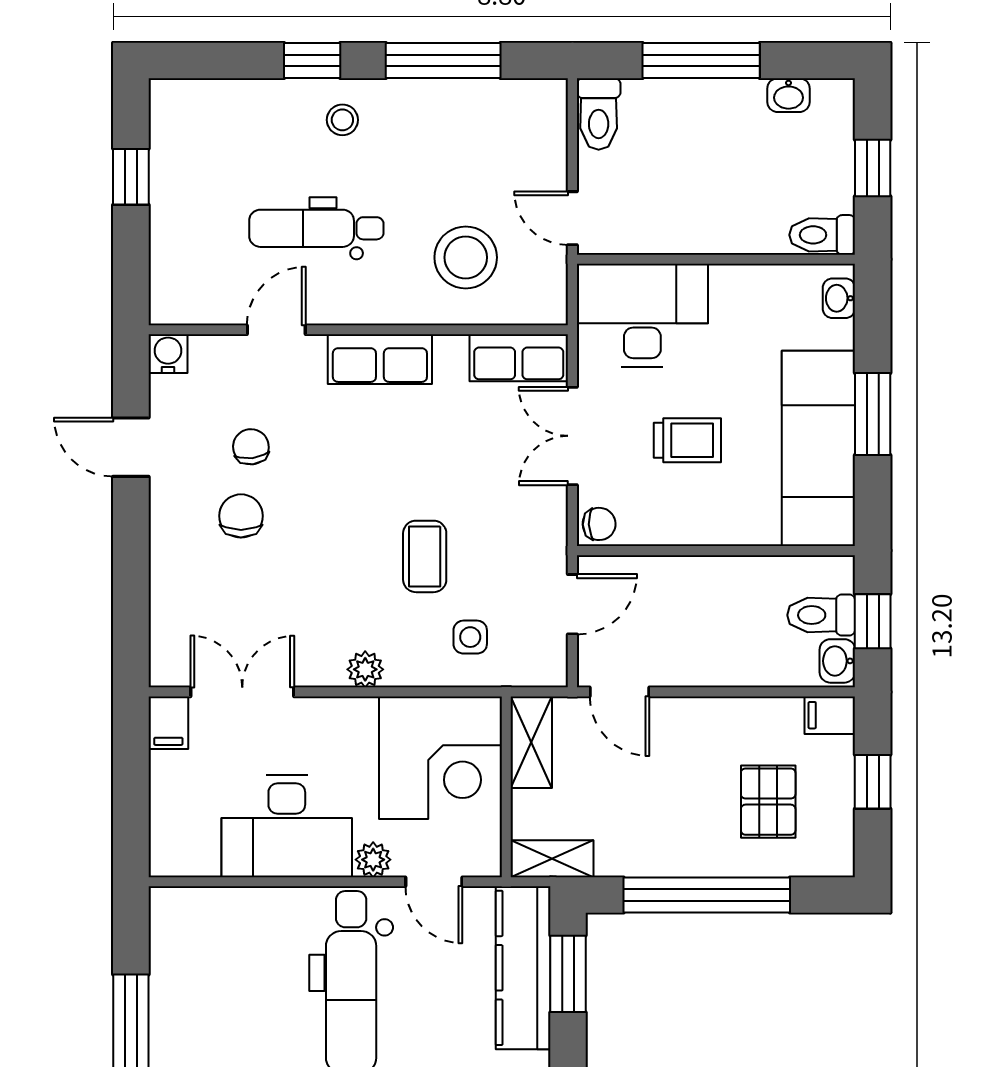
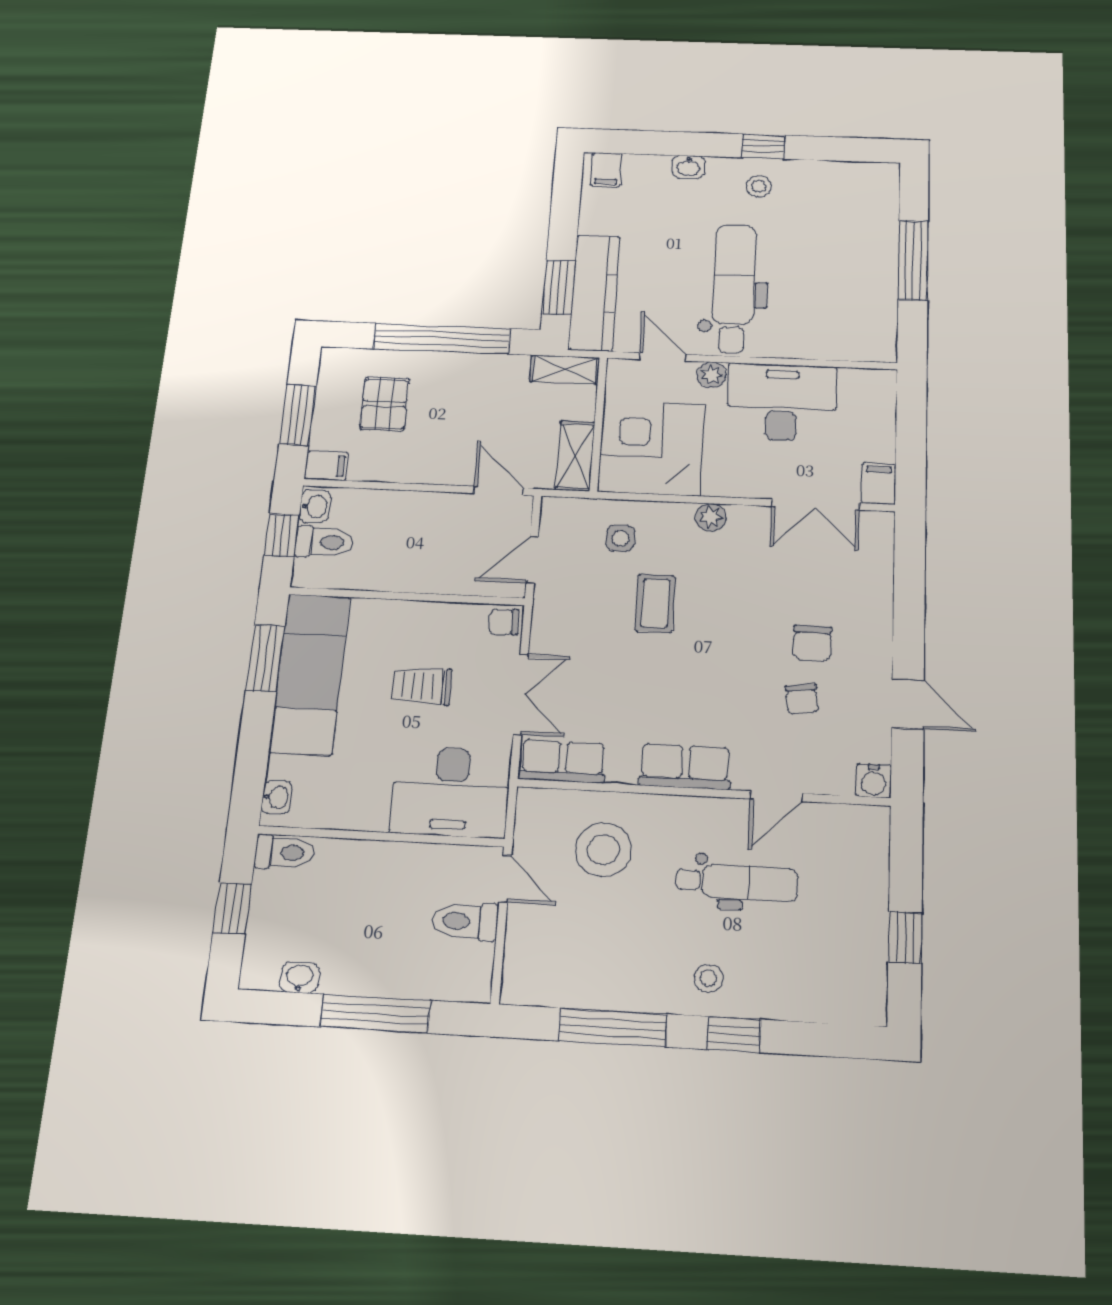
toilet: (599, 114) -> (465, 921), moved, turned -90
window: (873, 414) -> (265, 658), moved
window: (873, 782) -> (298, 415), width x1.50

